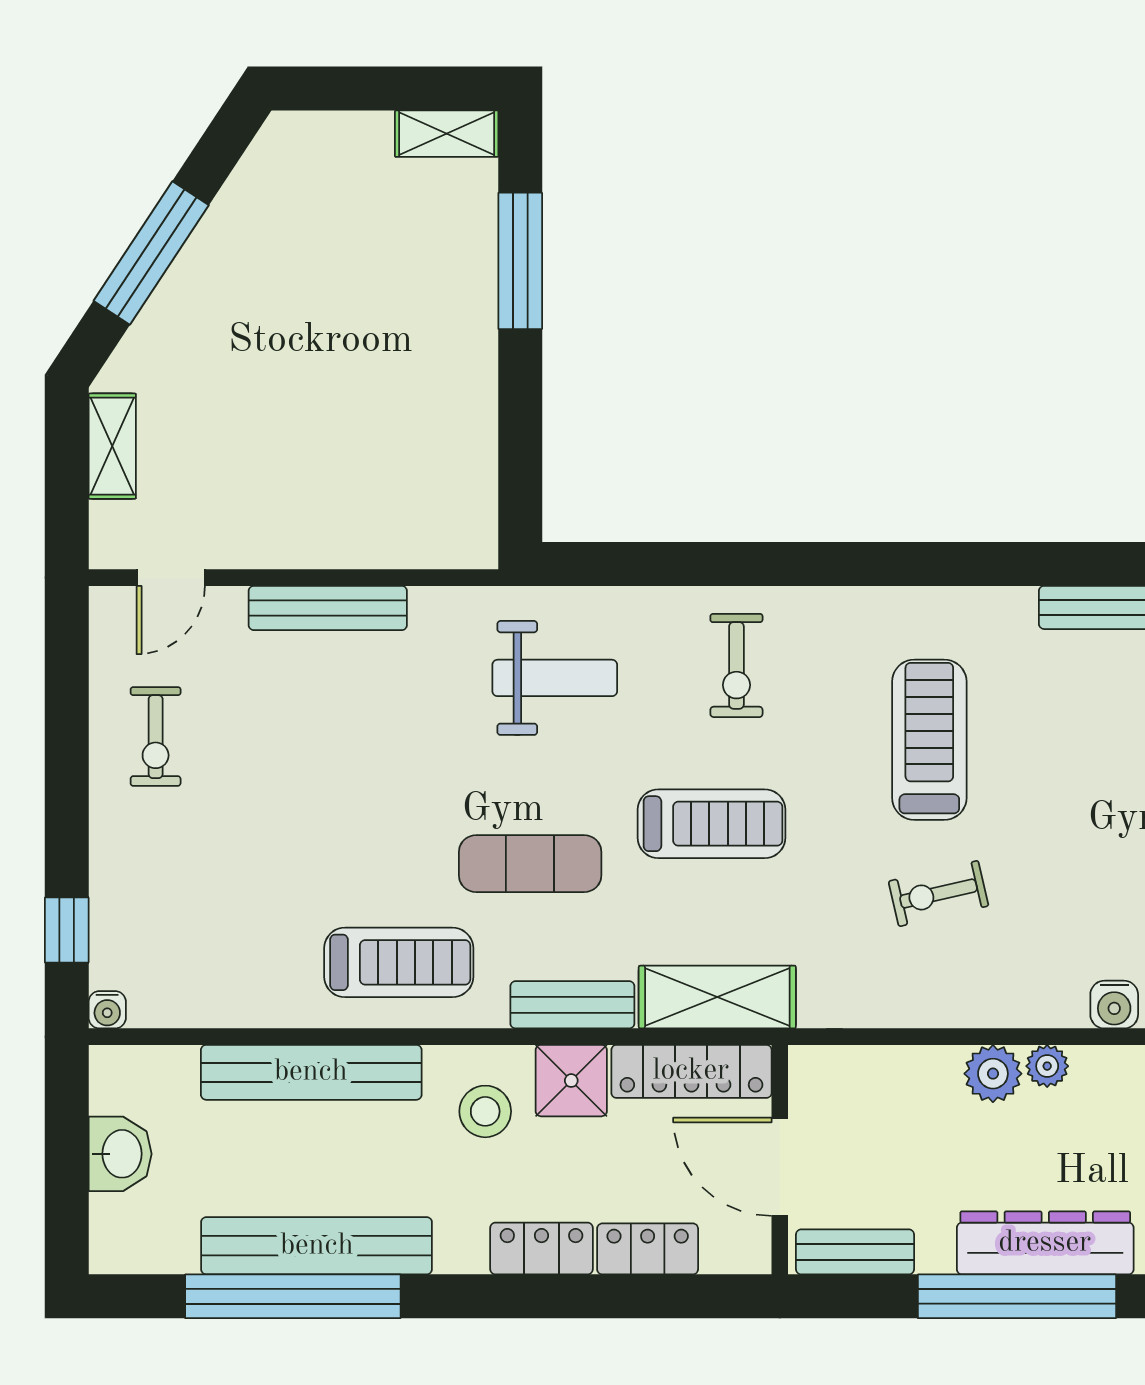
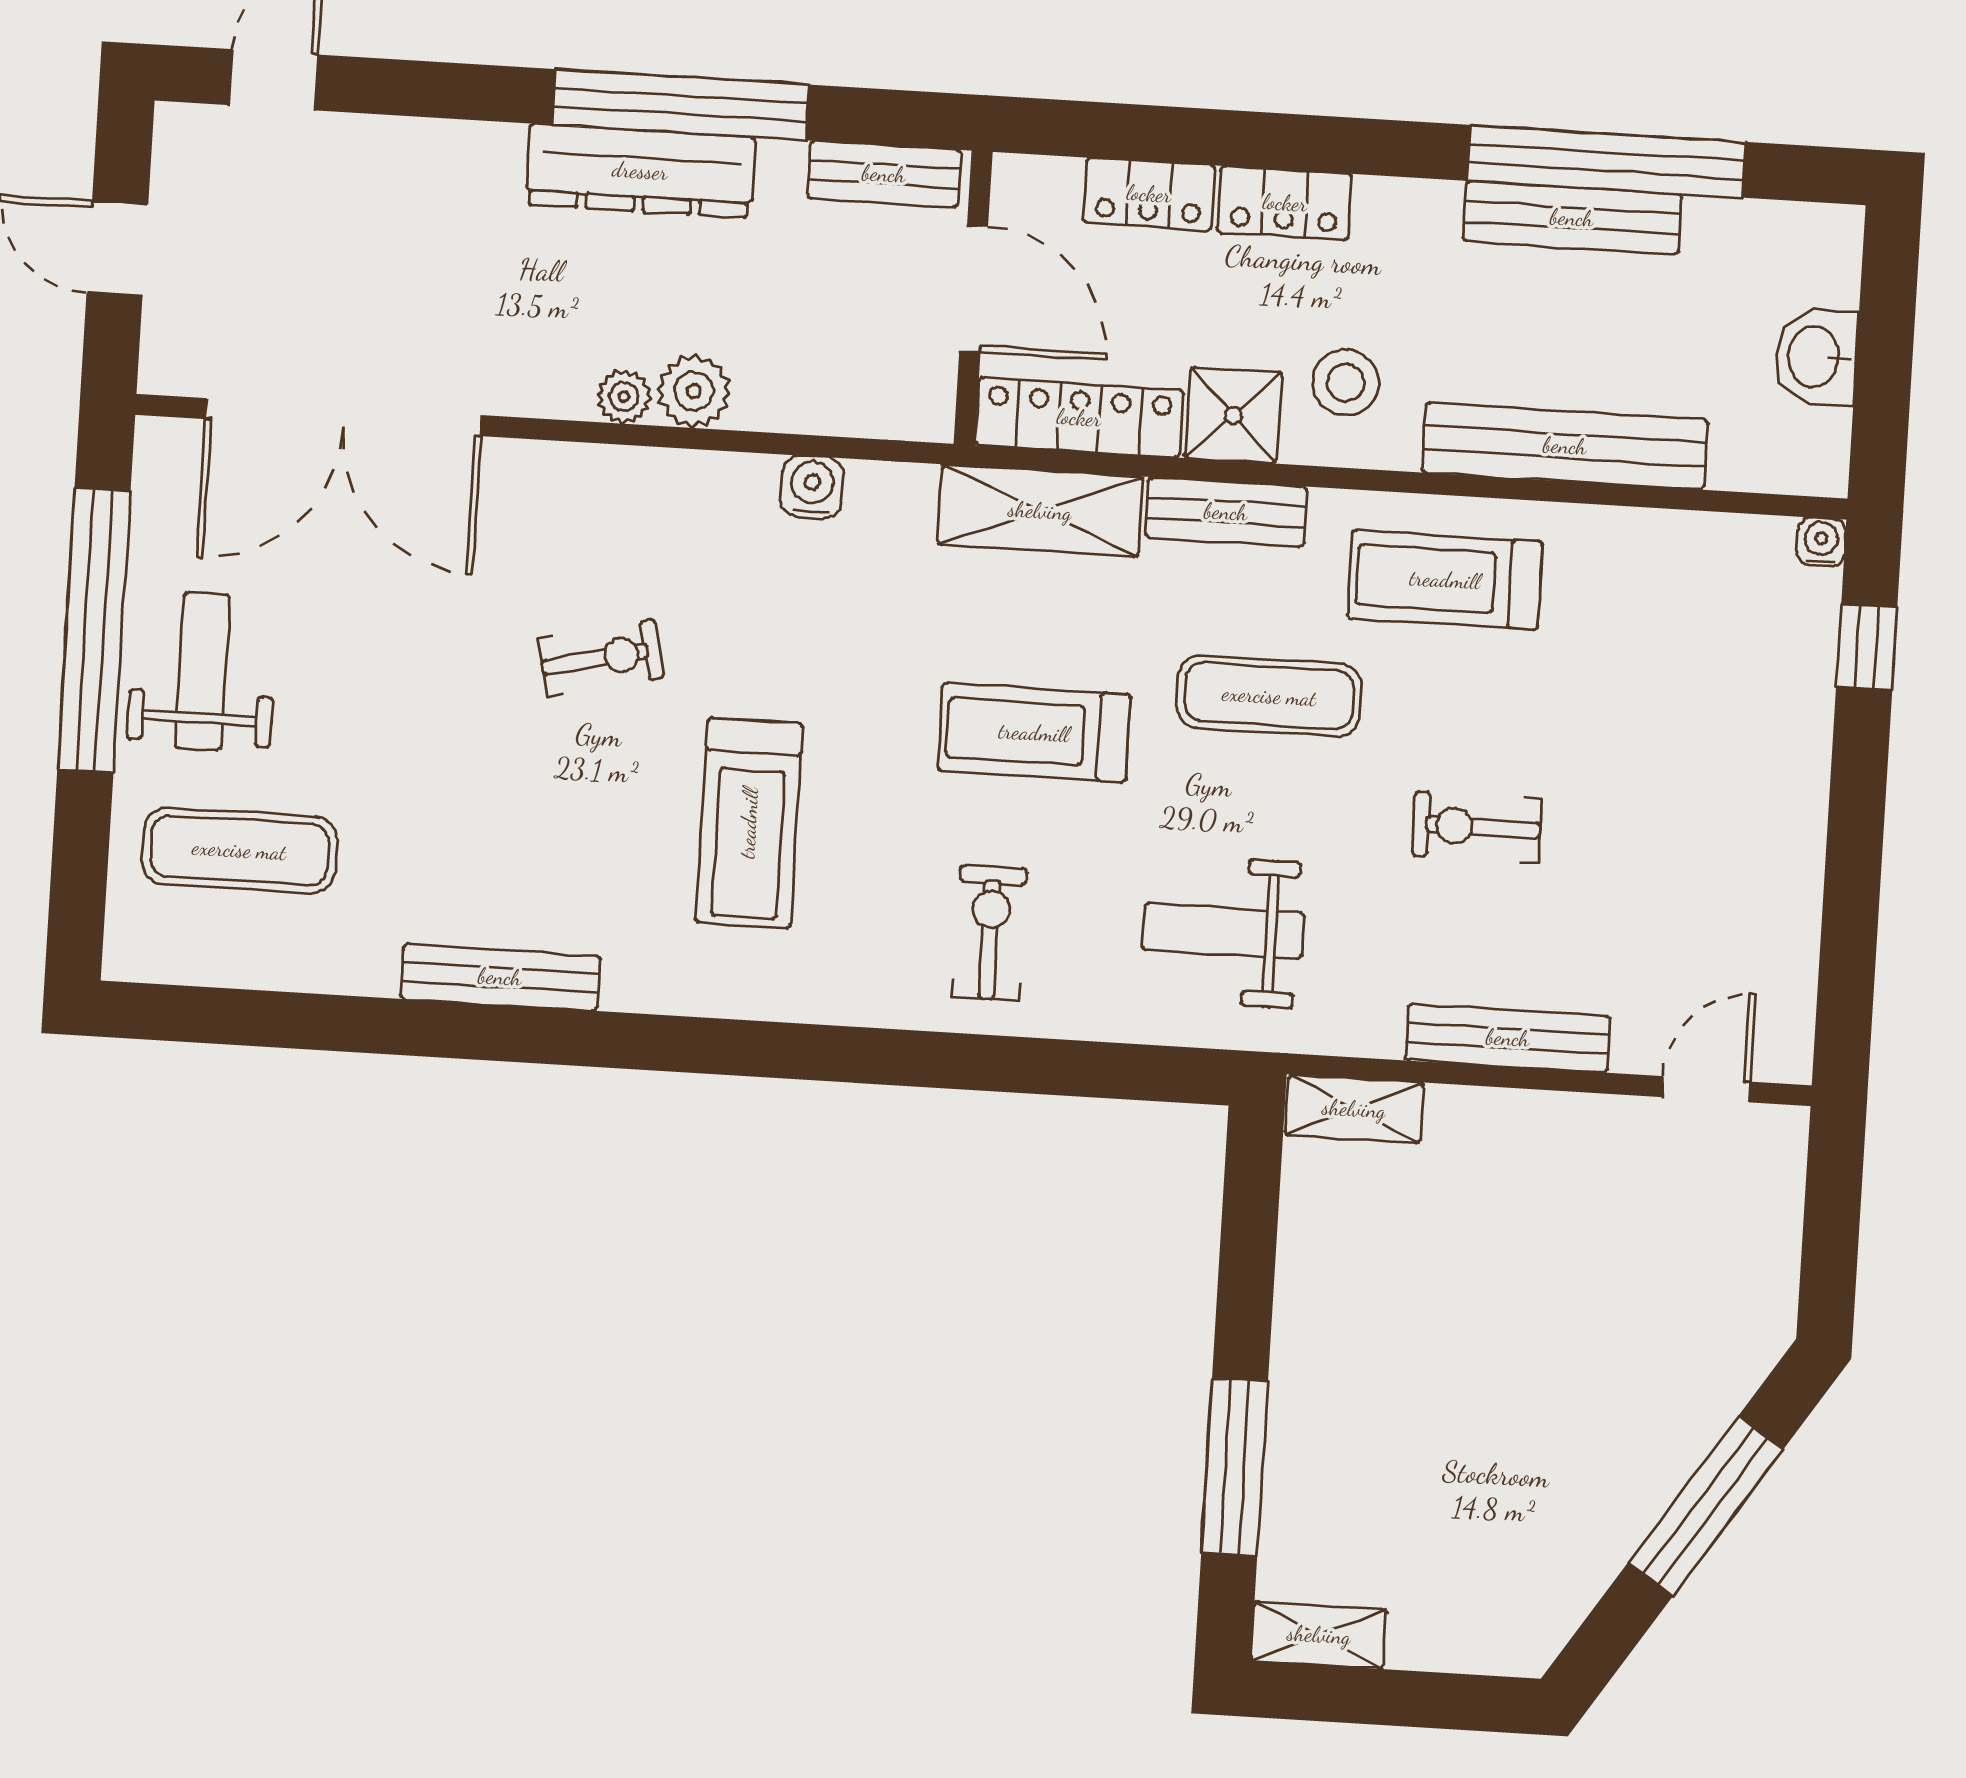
shelving: (112, 446) -> (1354, 1109), moved, turned 90
exercise bike: (156, 737) -> (1477, 827), moved, turned -90
exercise bike: (938, 894) -> (601, 658), moved
water cooler: (1114, 1005) -> (812, 487), moved
bench: (317, 1246) -> (1572, 218), width x0.73, depth x0.82

